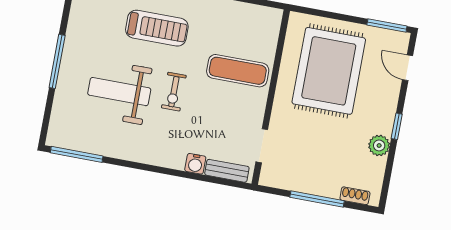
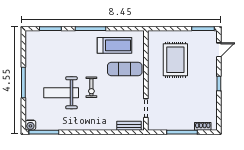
treadmill: (157, 28) -> (115, 45), moved
door: (408, 68) -> (219, 50), swing flipped
rug: (329, 71) -> (175, 60), width x0.73, depth x0.69
plant: (379, 145) -> (211, 96), removed
water cooler: (195, 164) -> (30, 125), moved

